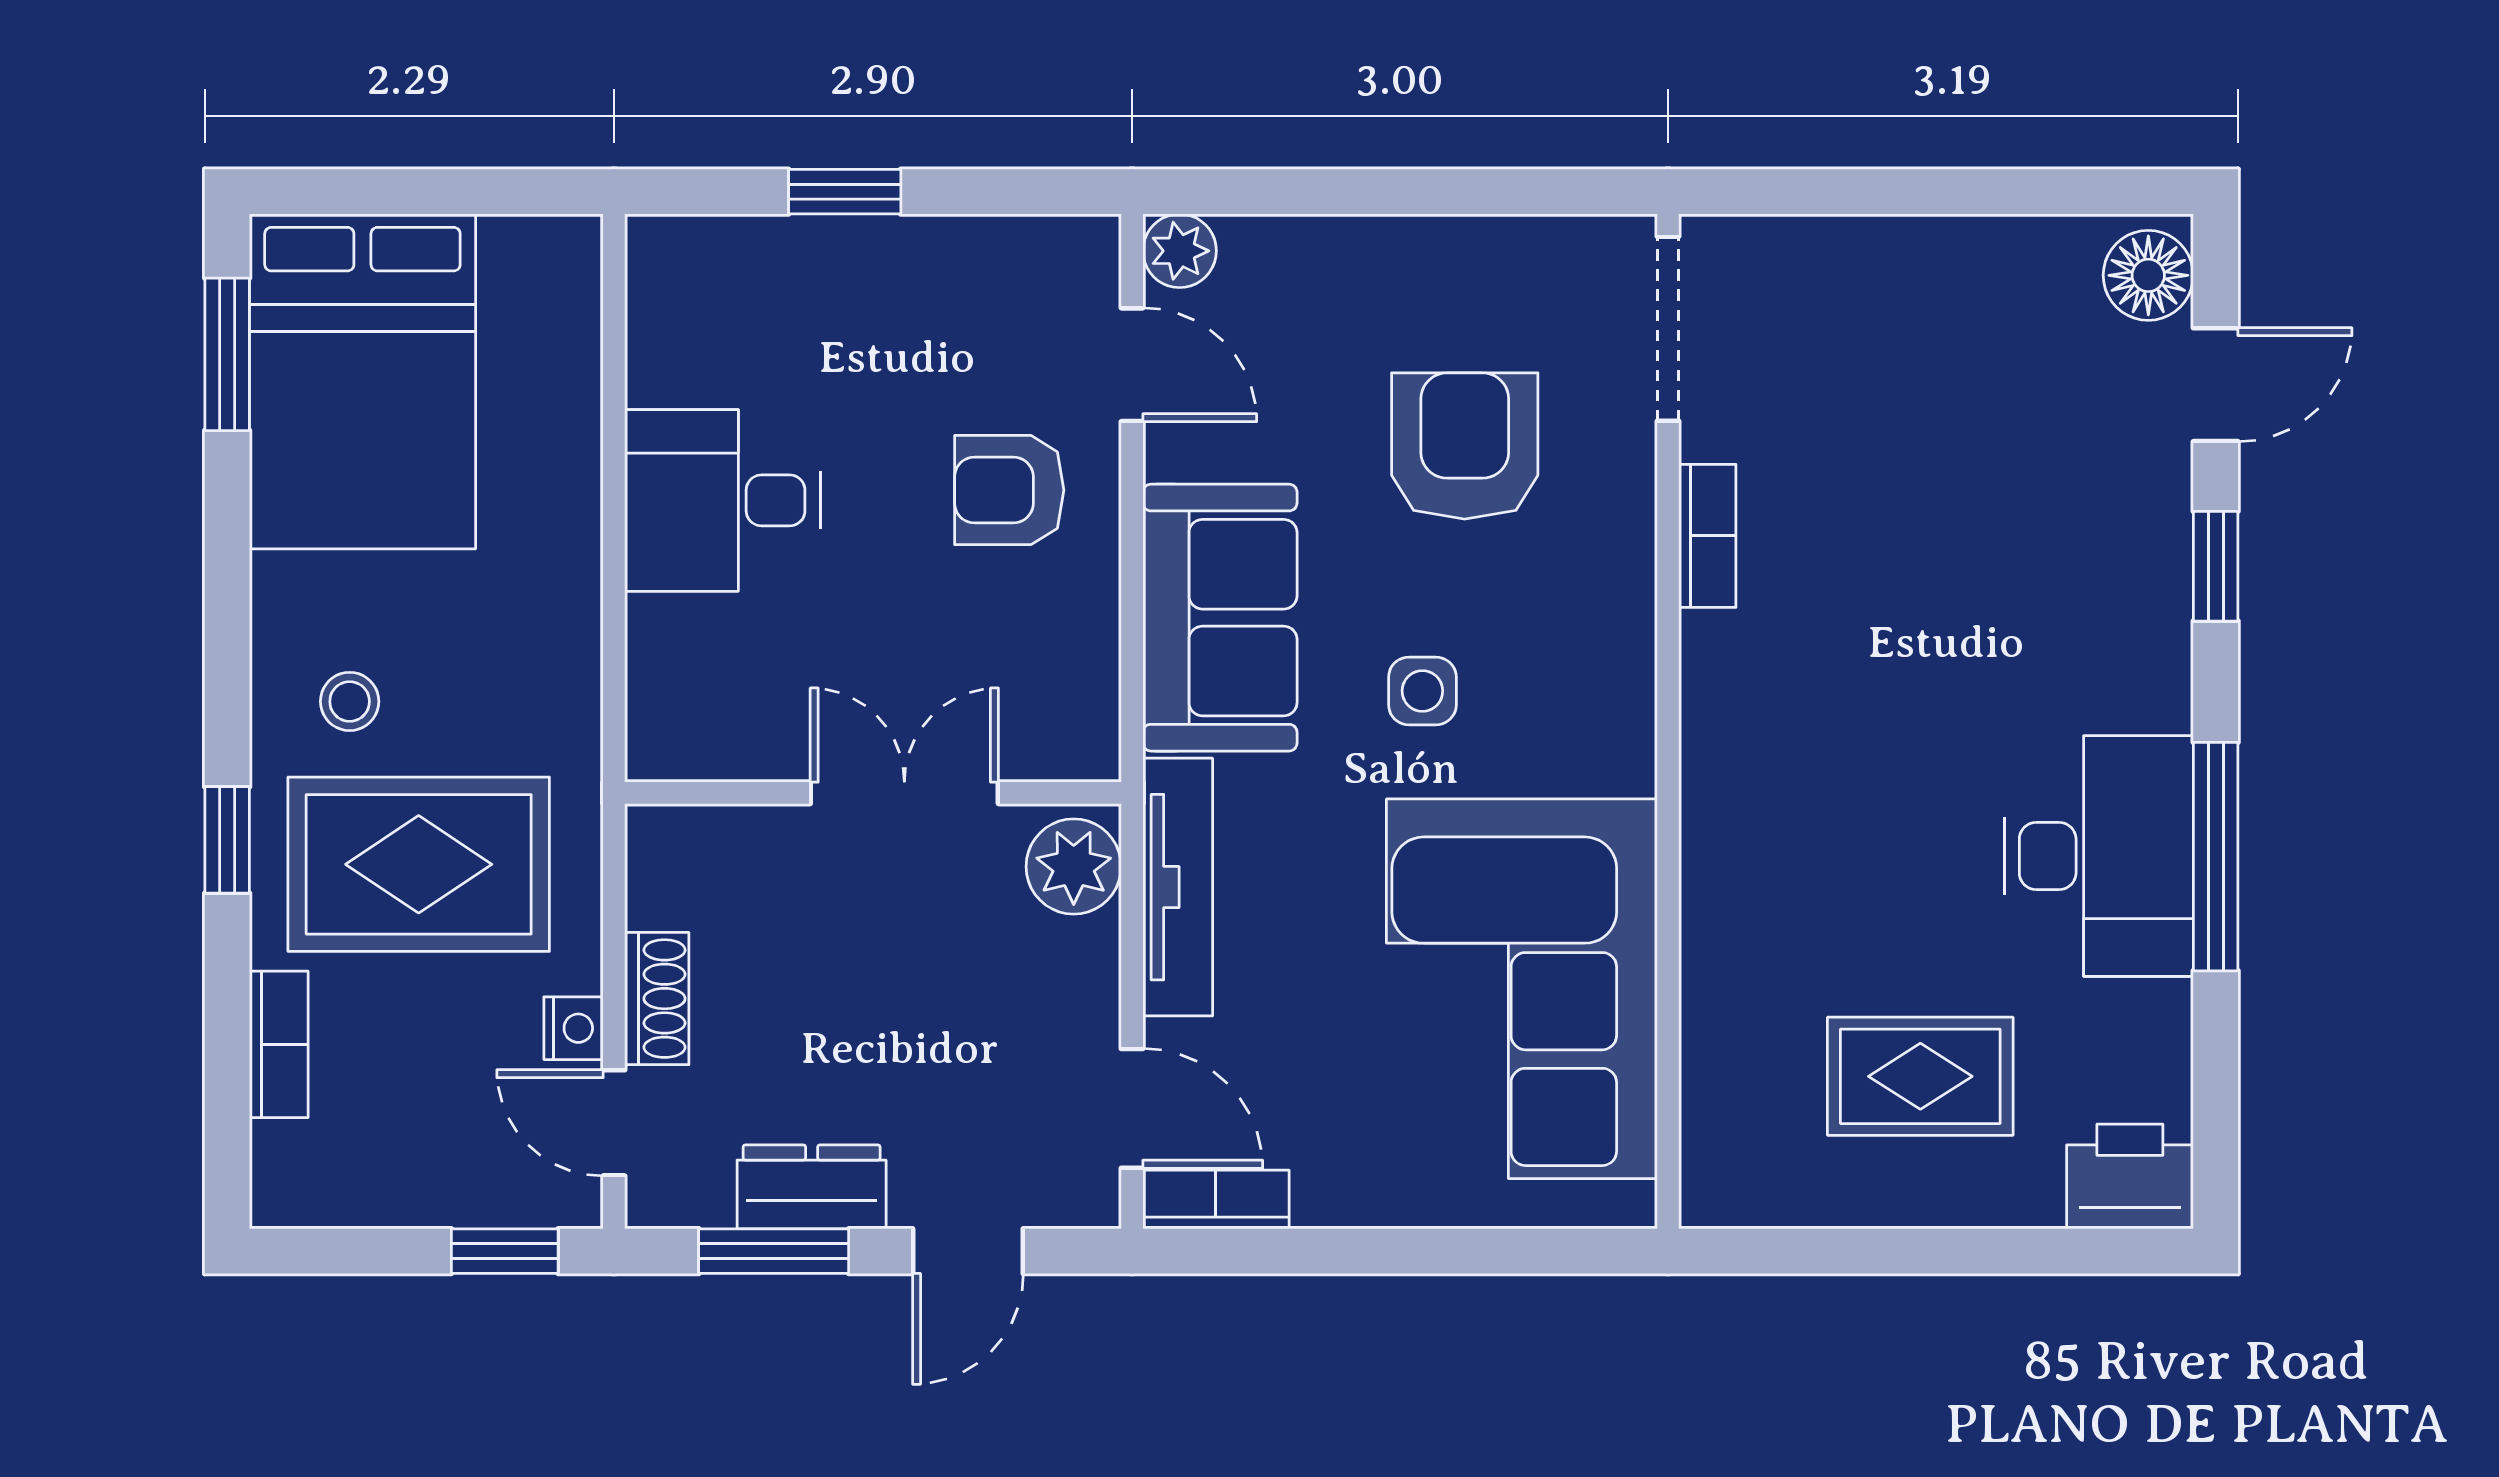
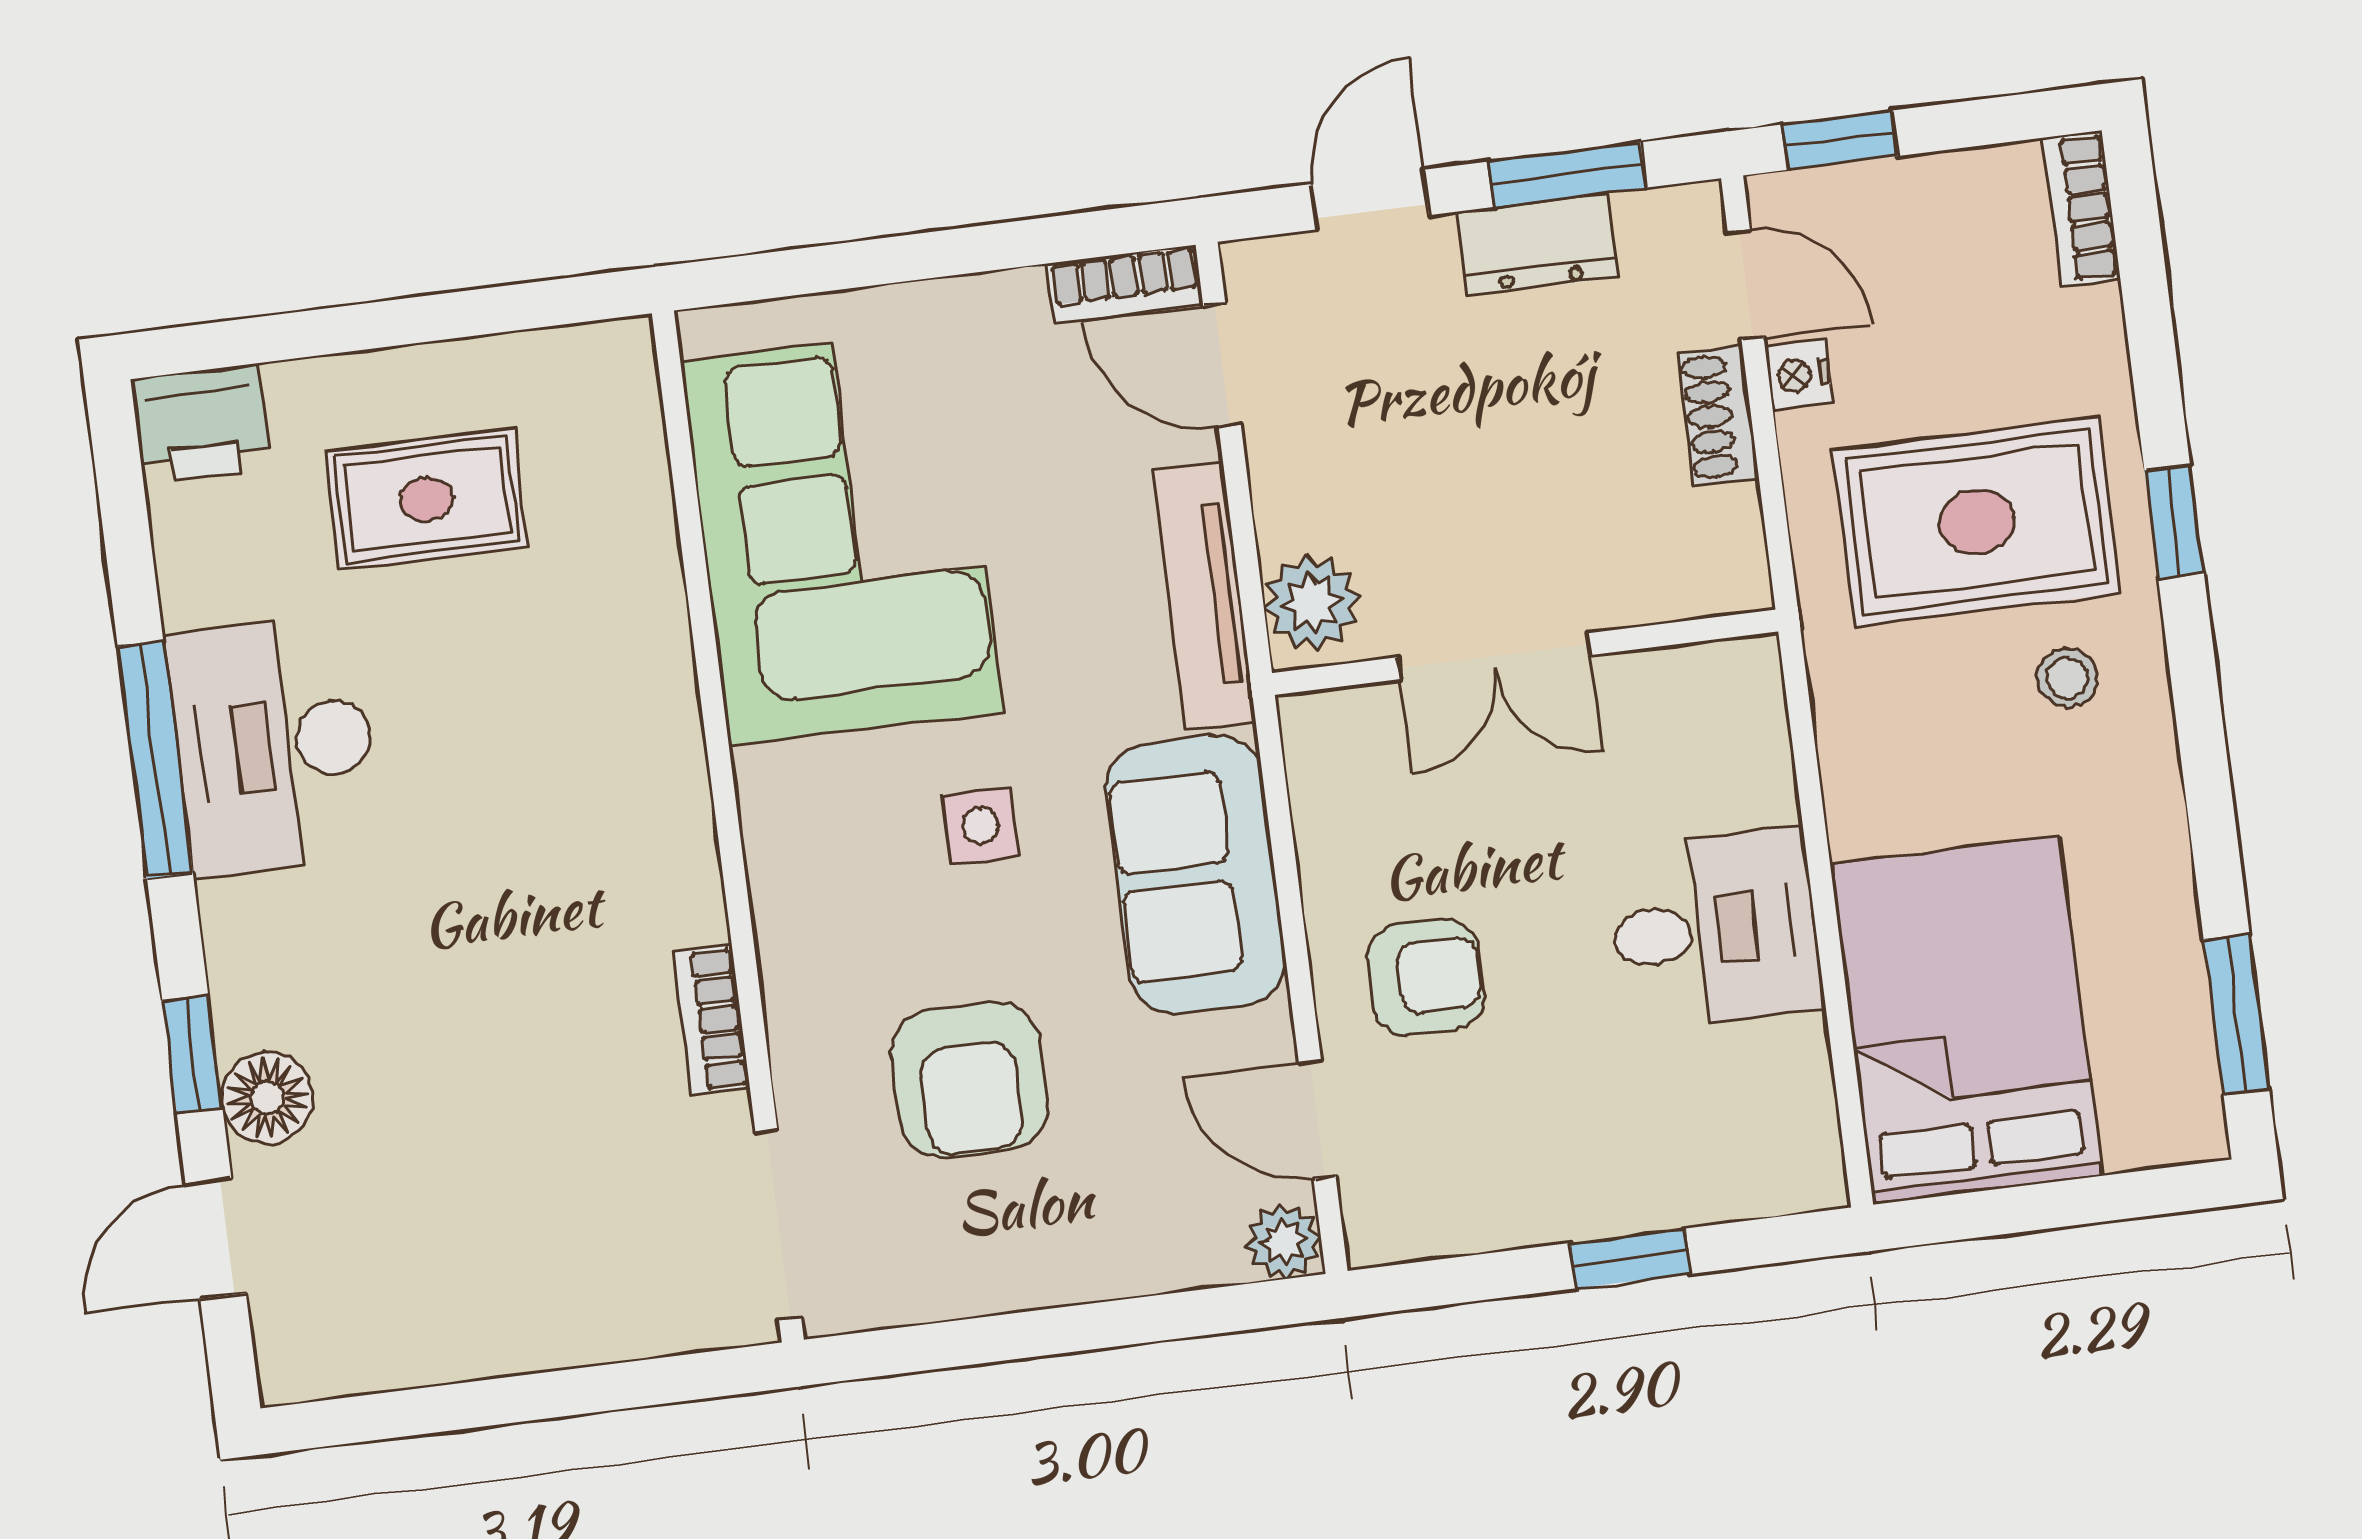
floor lamp: (2148, 275) -> (267, 1098), moved
bed: (362, 381) -> (1966, 1020), moved
bookcase: (279, 1044) -> (2081, 208), moved

